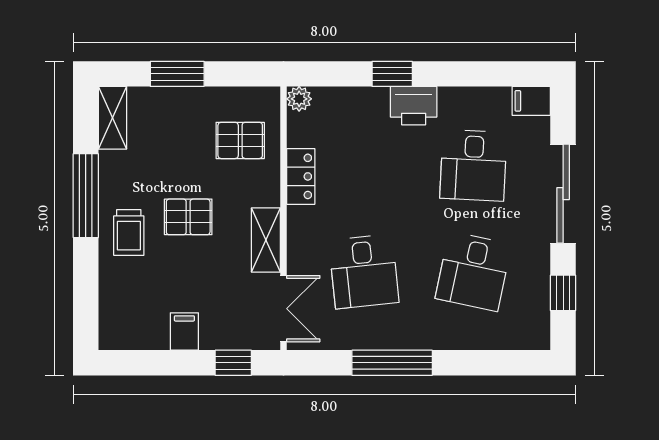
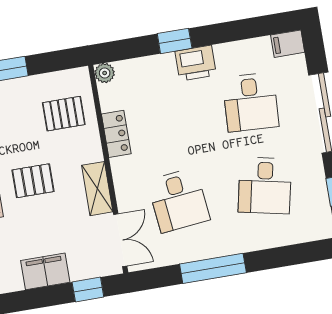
filing cabinet: (184, 331) -> (45, 271), width x2.00

